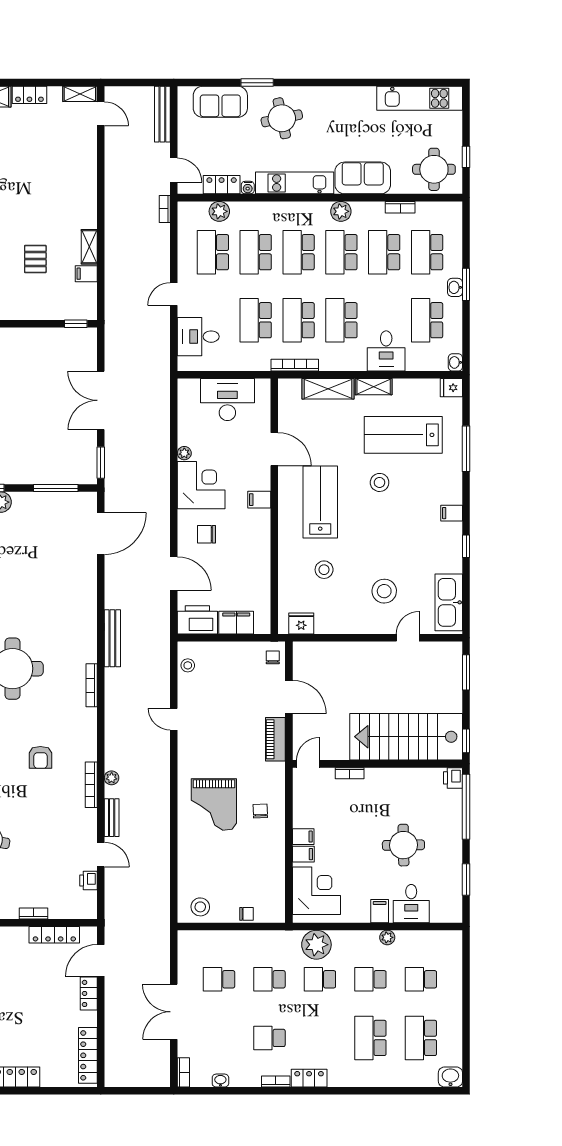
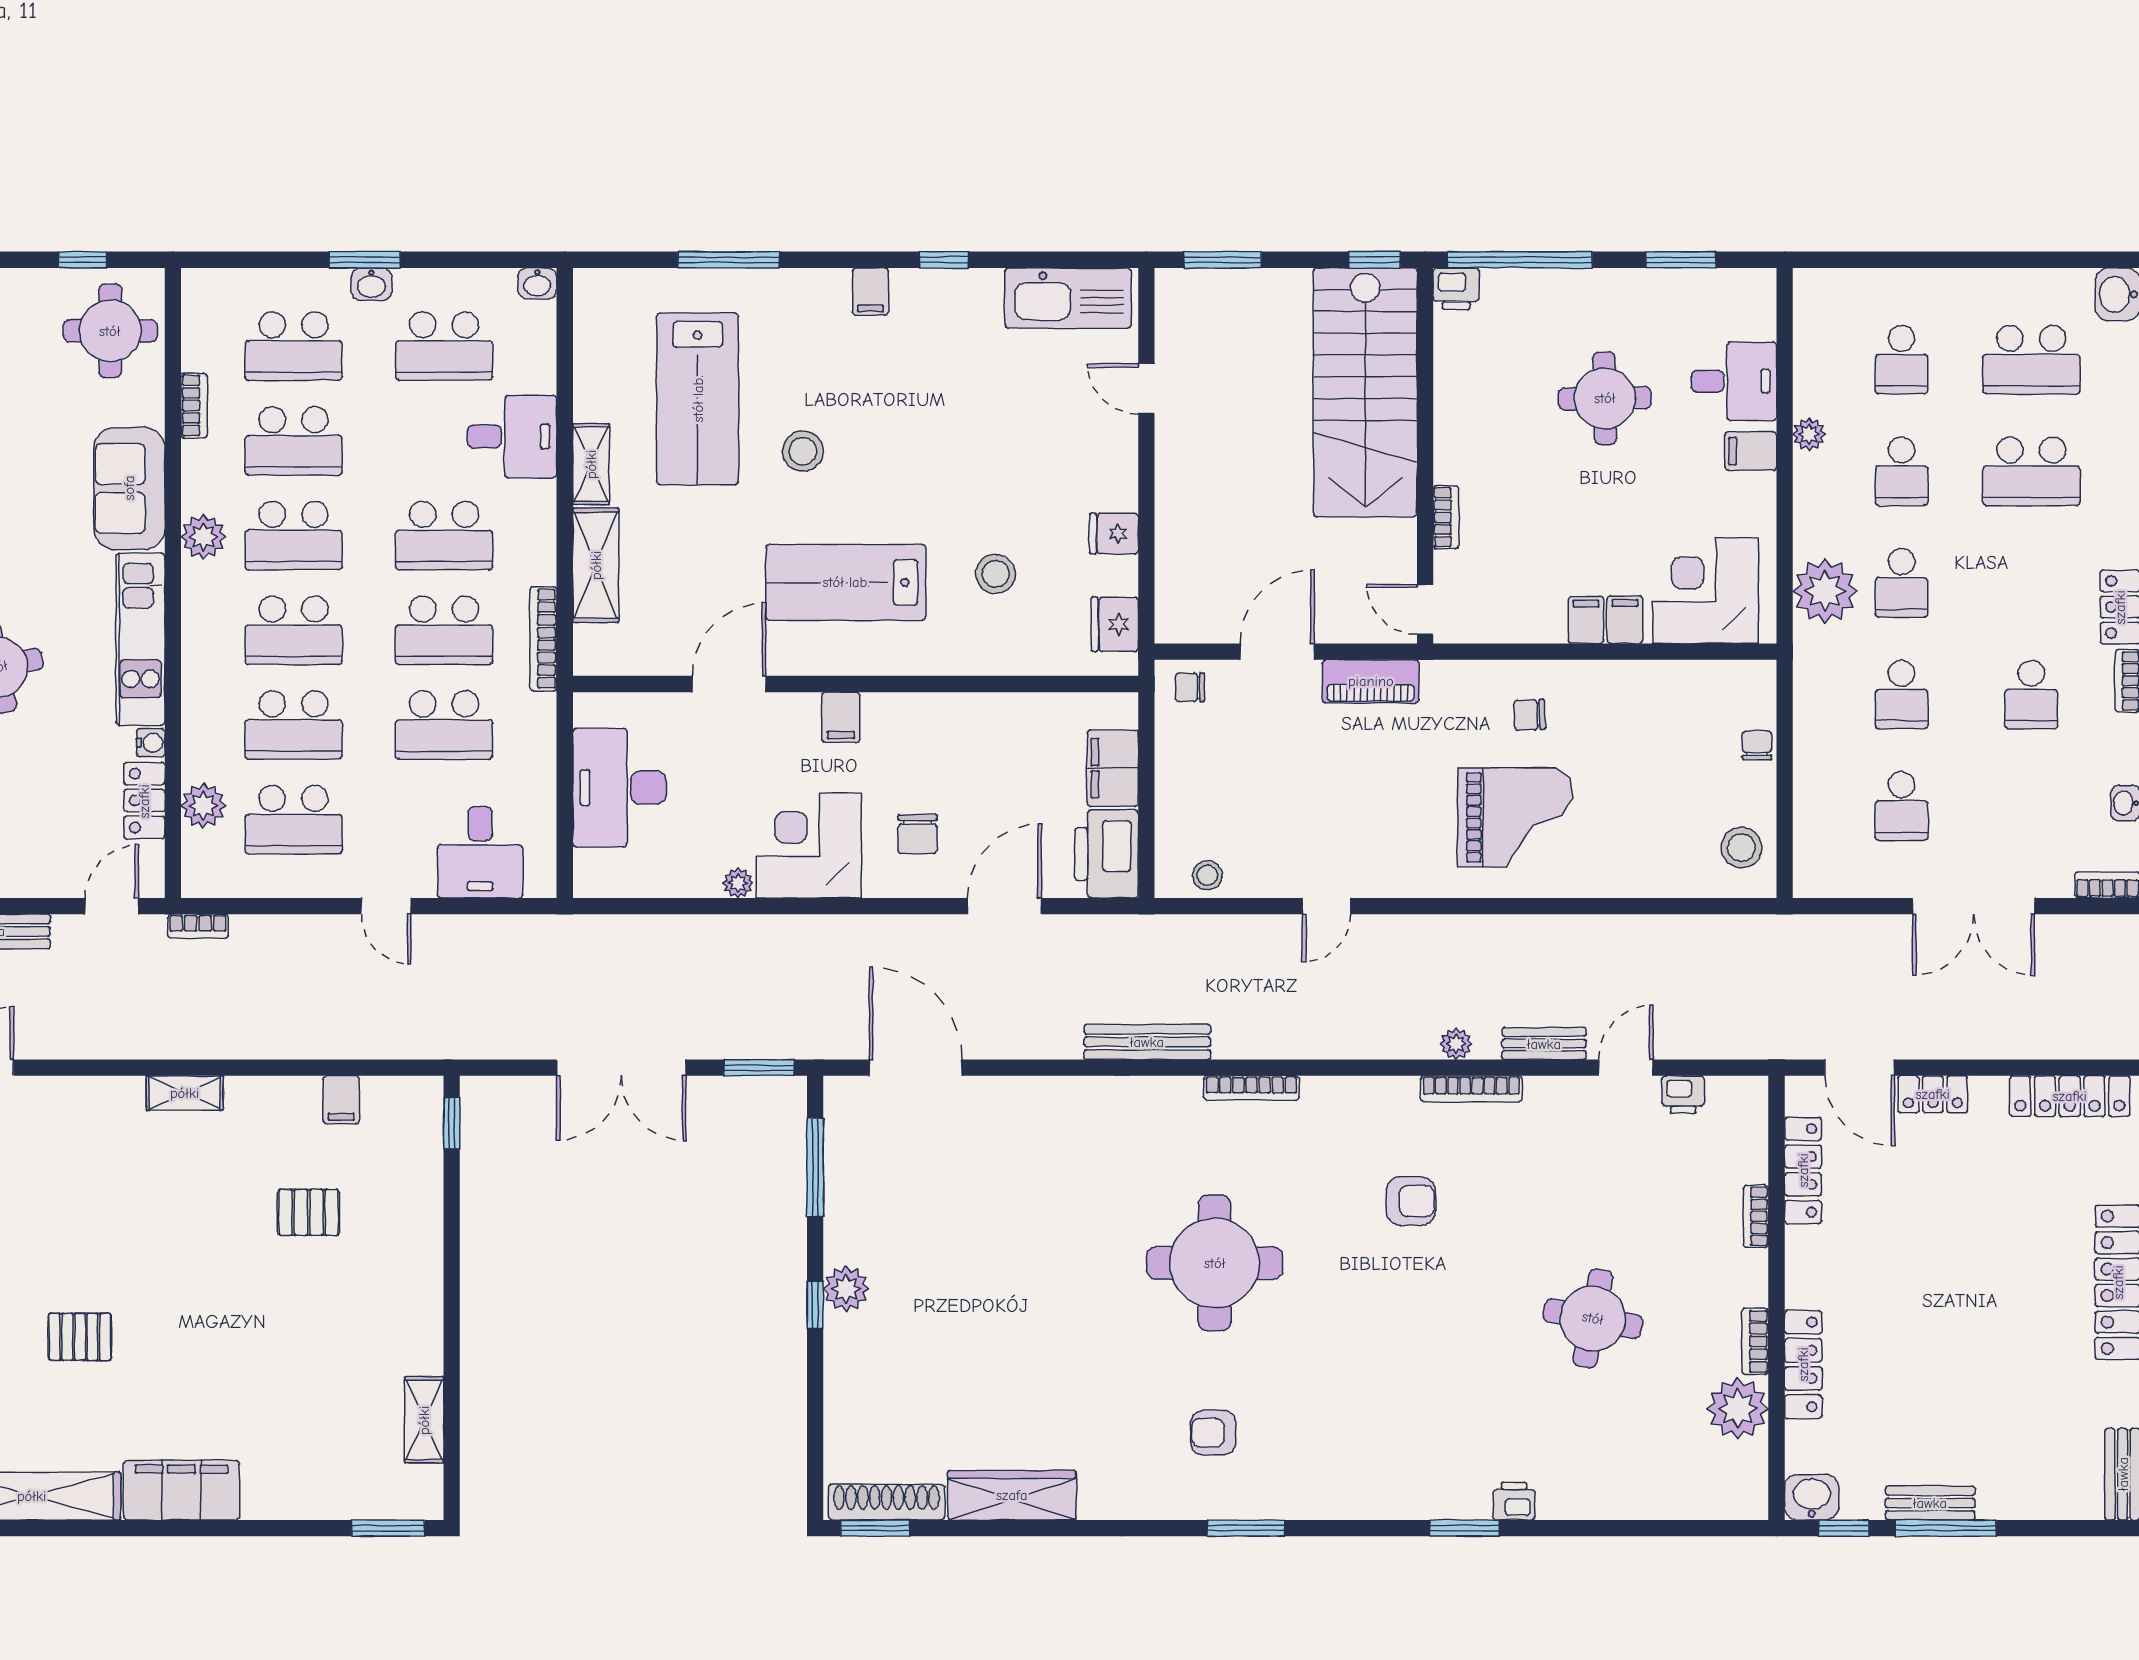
shelving: (89, 247) -> (185, 1093), moved
fridge: (451, 388) -> (1114, 534), moved, turned 90
stool: (384, 591) -> (1043, 441), removed

